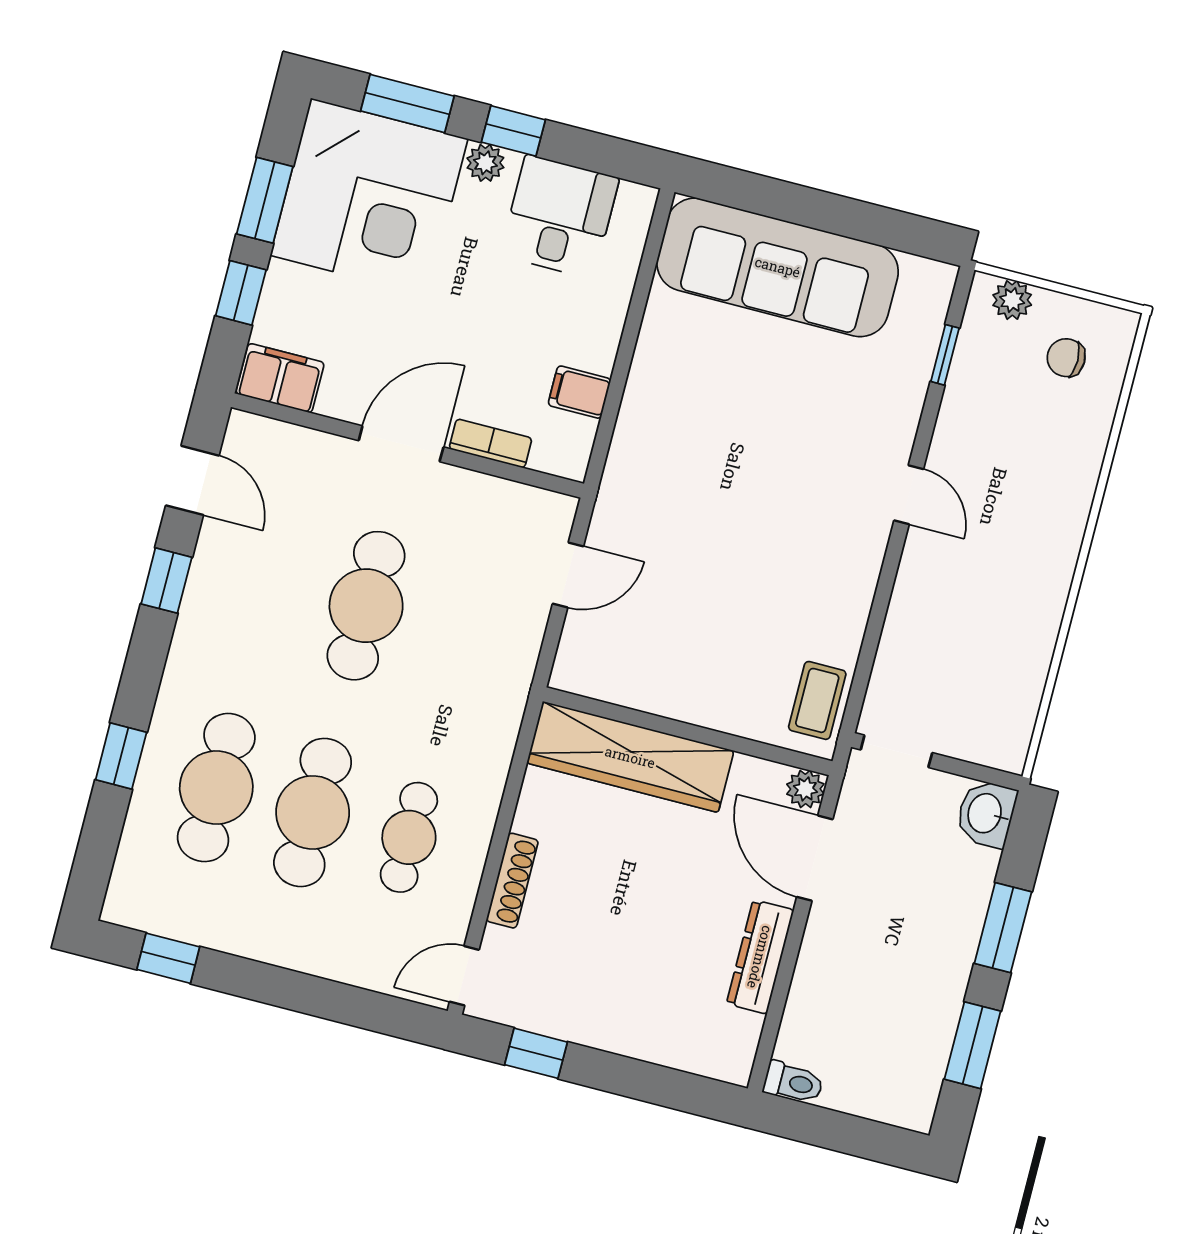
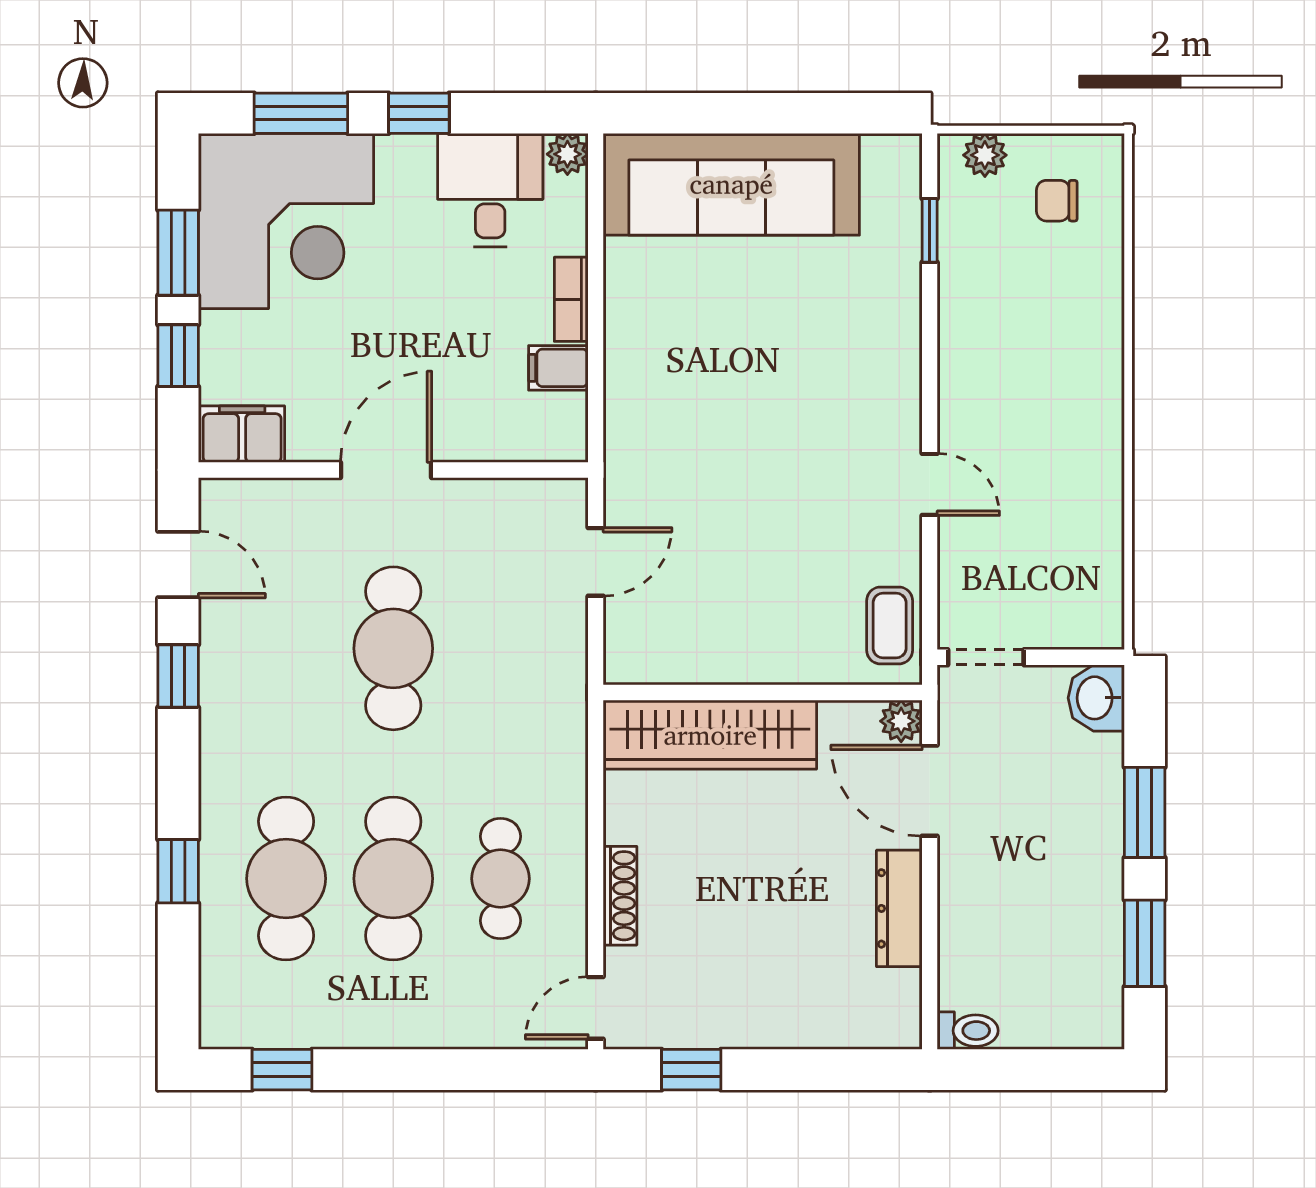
plant: (485, 163) -> (567, 154), moved
bookcase: (490, 443) -> (571, 299), moved, turned -90
door: (909, 495) -> (930, 484), moved

